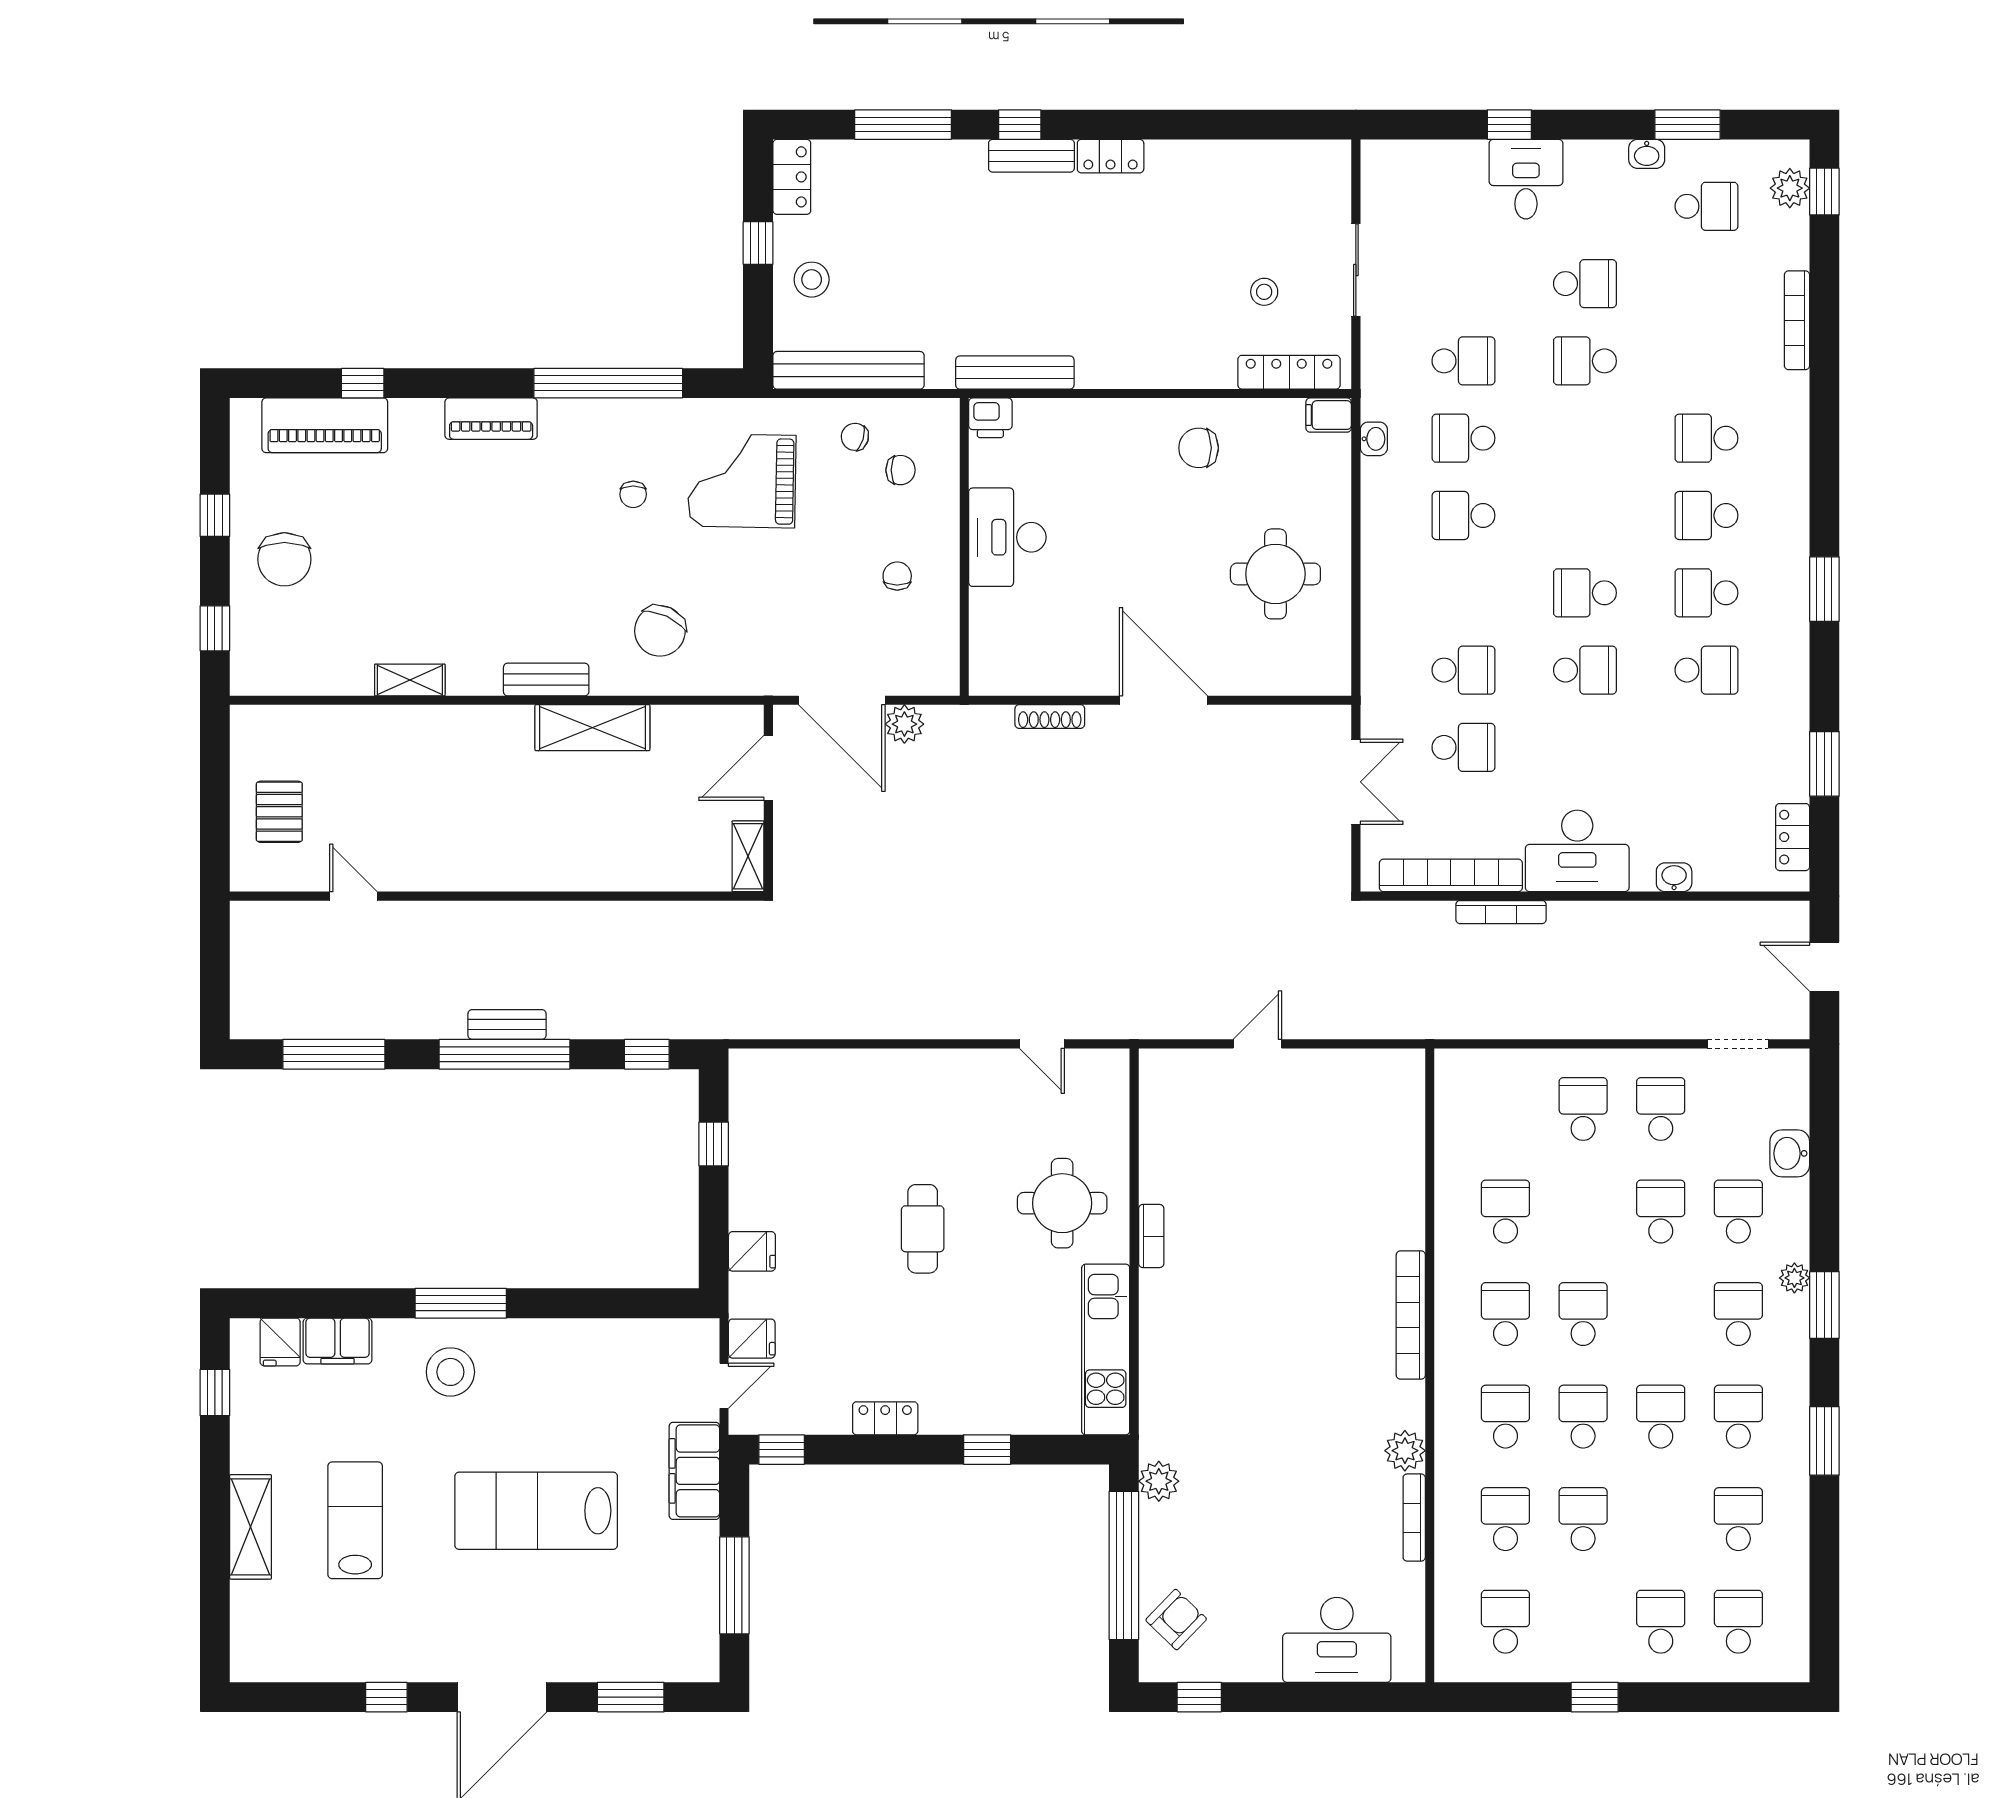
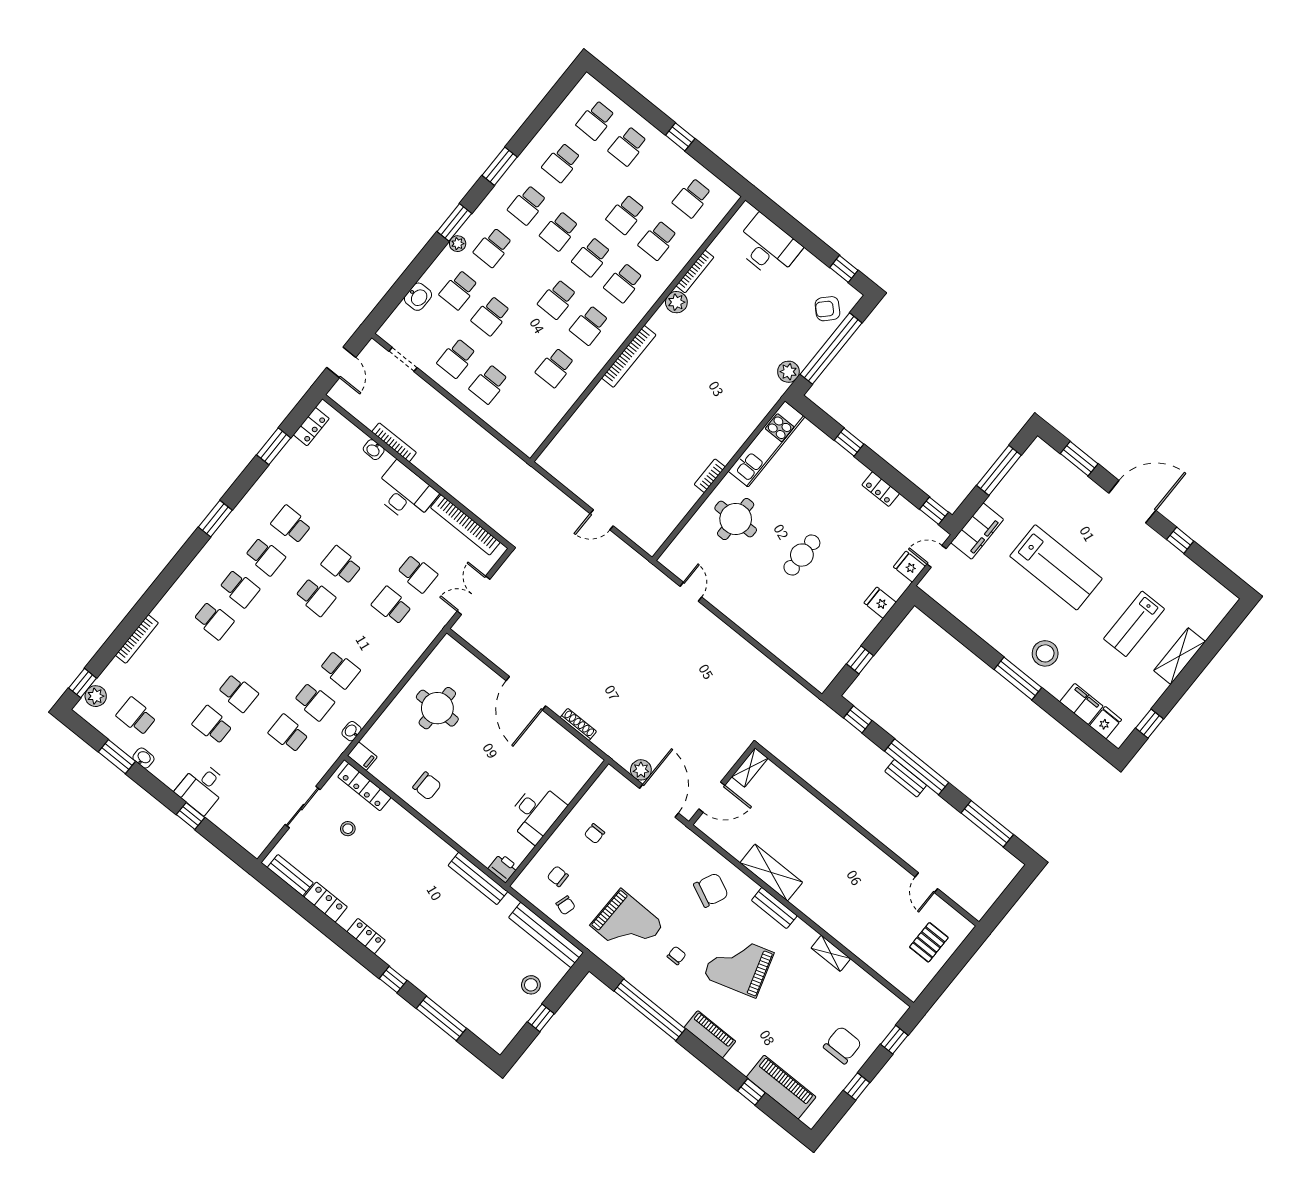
bench: (1031, 156) -> (290, 875), moved
locker: (792, 177) -> (326, 902), moved, turned 90
grand piano: (531, 554) -> (739, 965), added
school desk: (1463, 747) -> (417, 574), turned 180
bookcase: (1501, 912) -> (394, 442), moved

